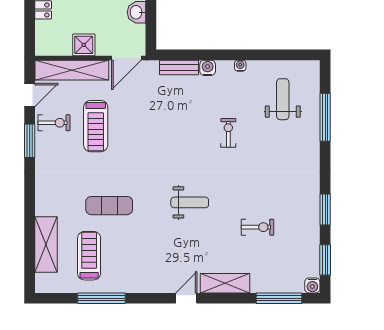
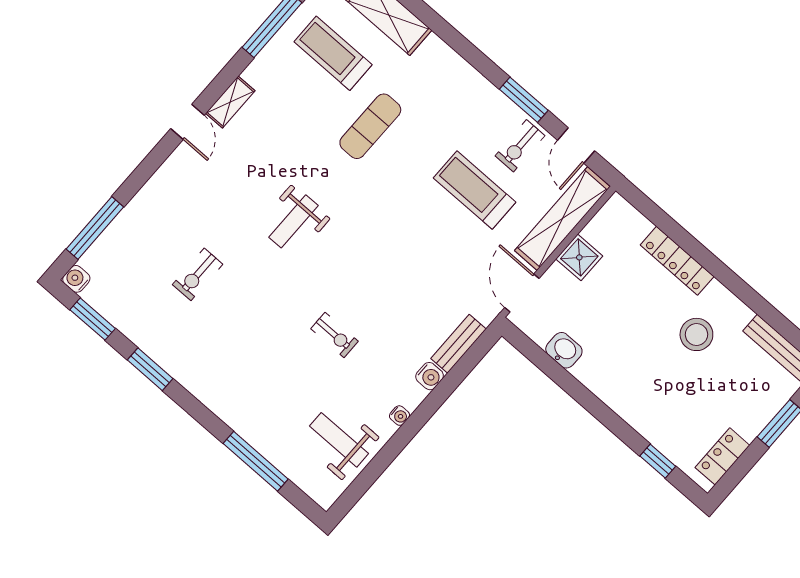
weight bench: (283, 99) -> (339, 440), moved, turned 180
treadmill: (89, 256) -> (333, 53), turned 180
shelving: (225, 283) -> (230, 102), moved, width x0.67, depth x0.75

